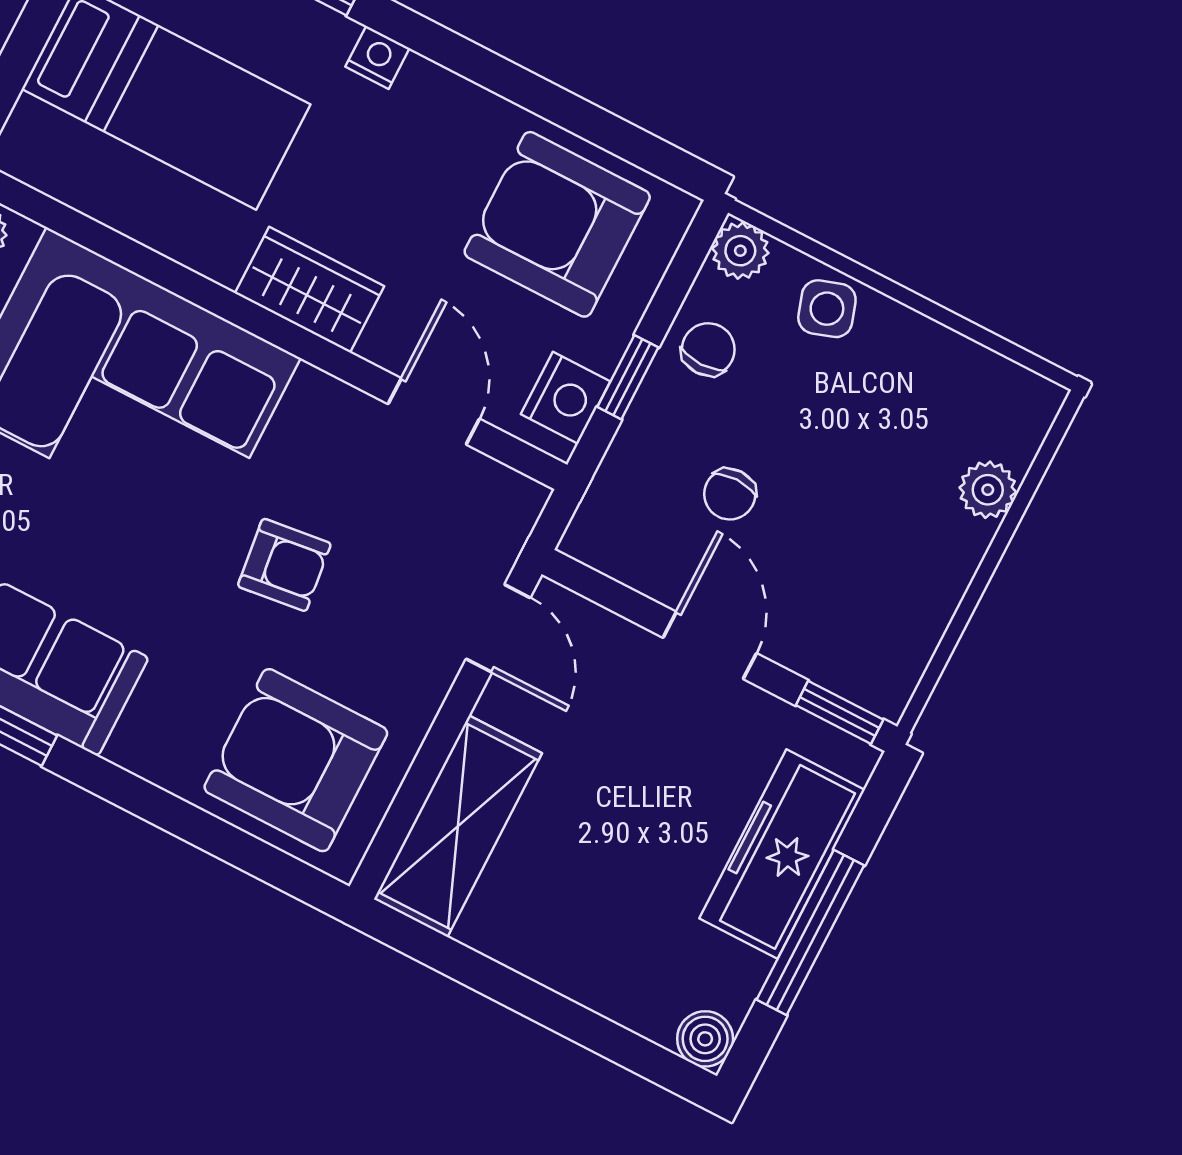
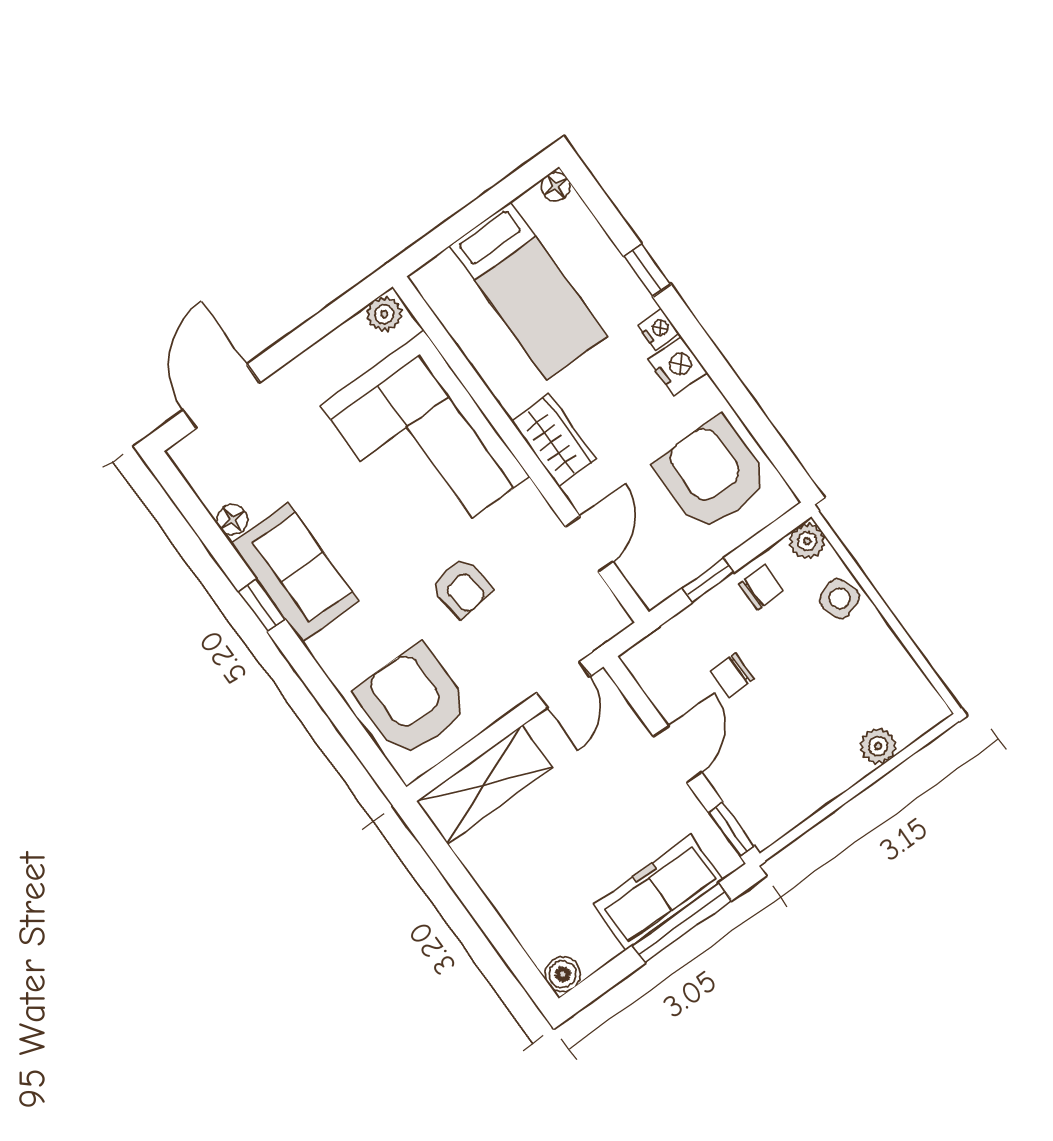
nightstand: (566, 398) -> (678, 366), moved, turned -90
window: (810, 933) -> (682, 923), moved

